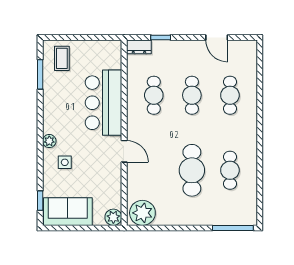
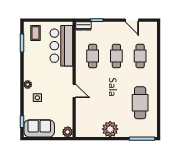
bar counter: (103, 103) -> (61, 46), moved
cafe table: (192, 170) -> (116, 103), removed
cafe table: (230, 170) -> (140, 103), width x1.37, depth x1.35
plant: (142, 213) -> (110, 129), moved

